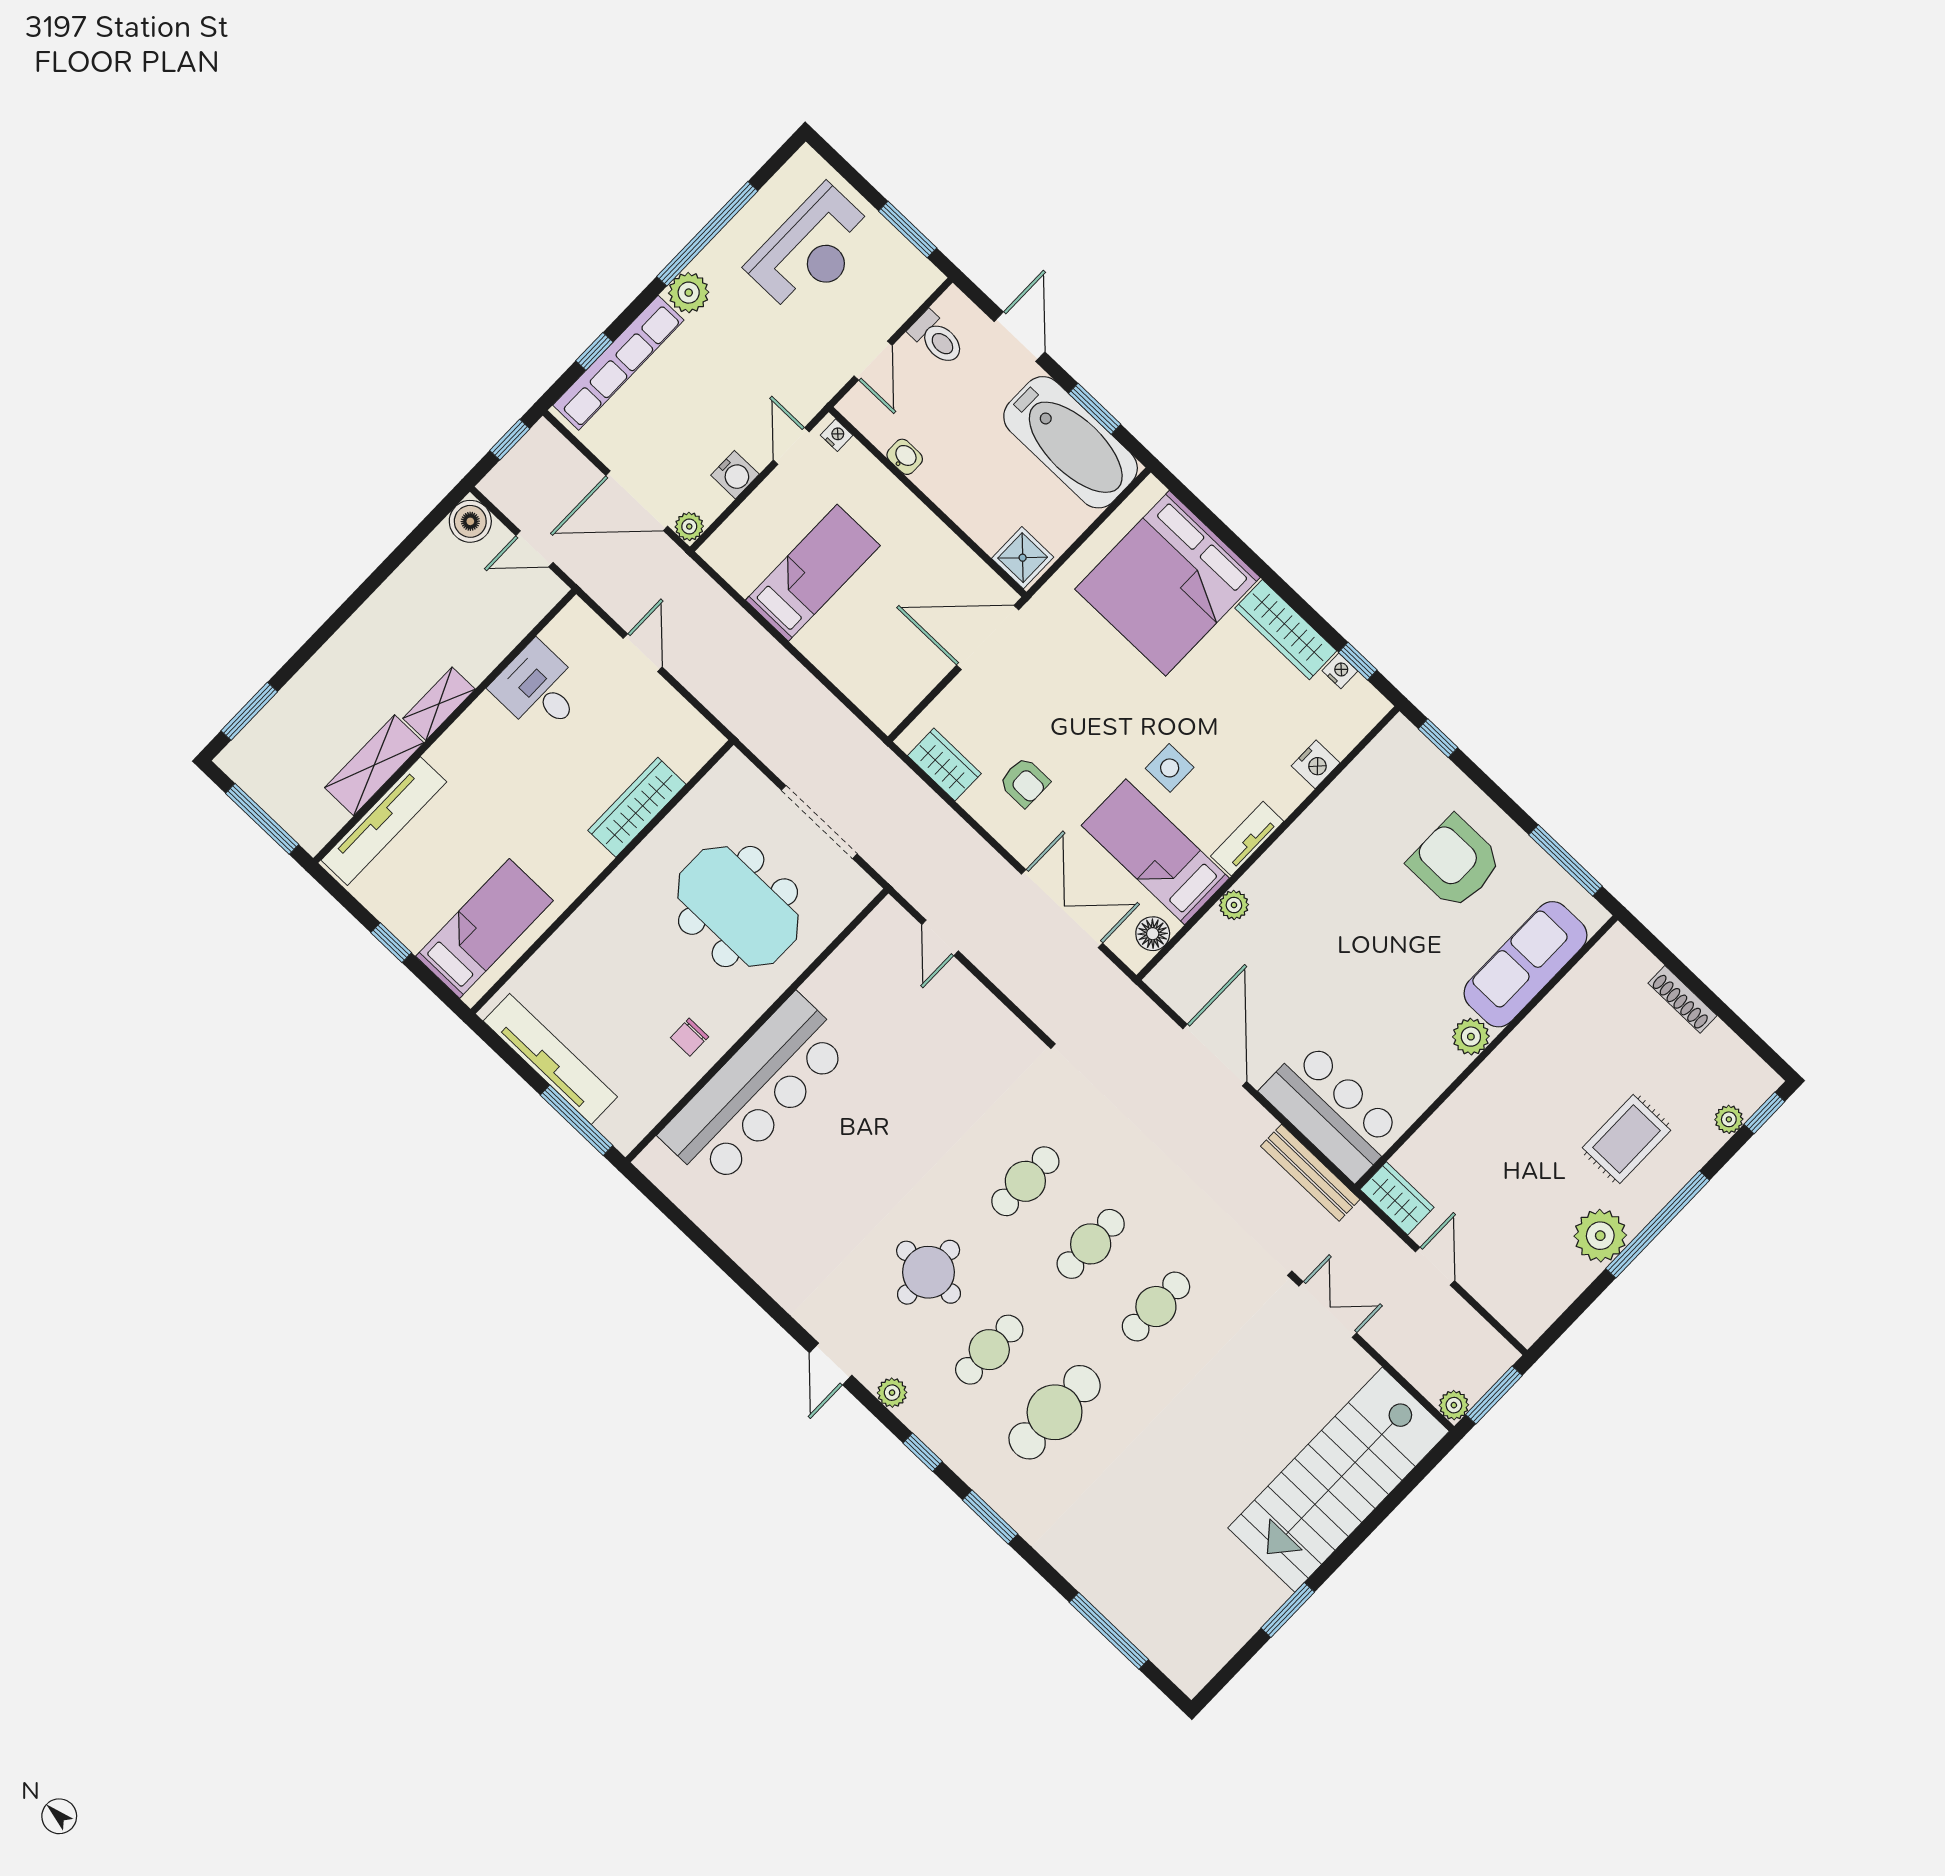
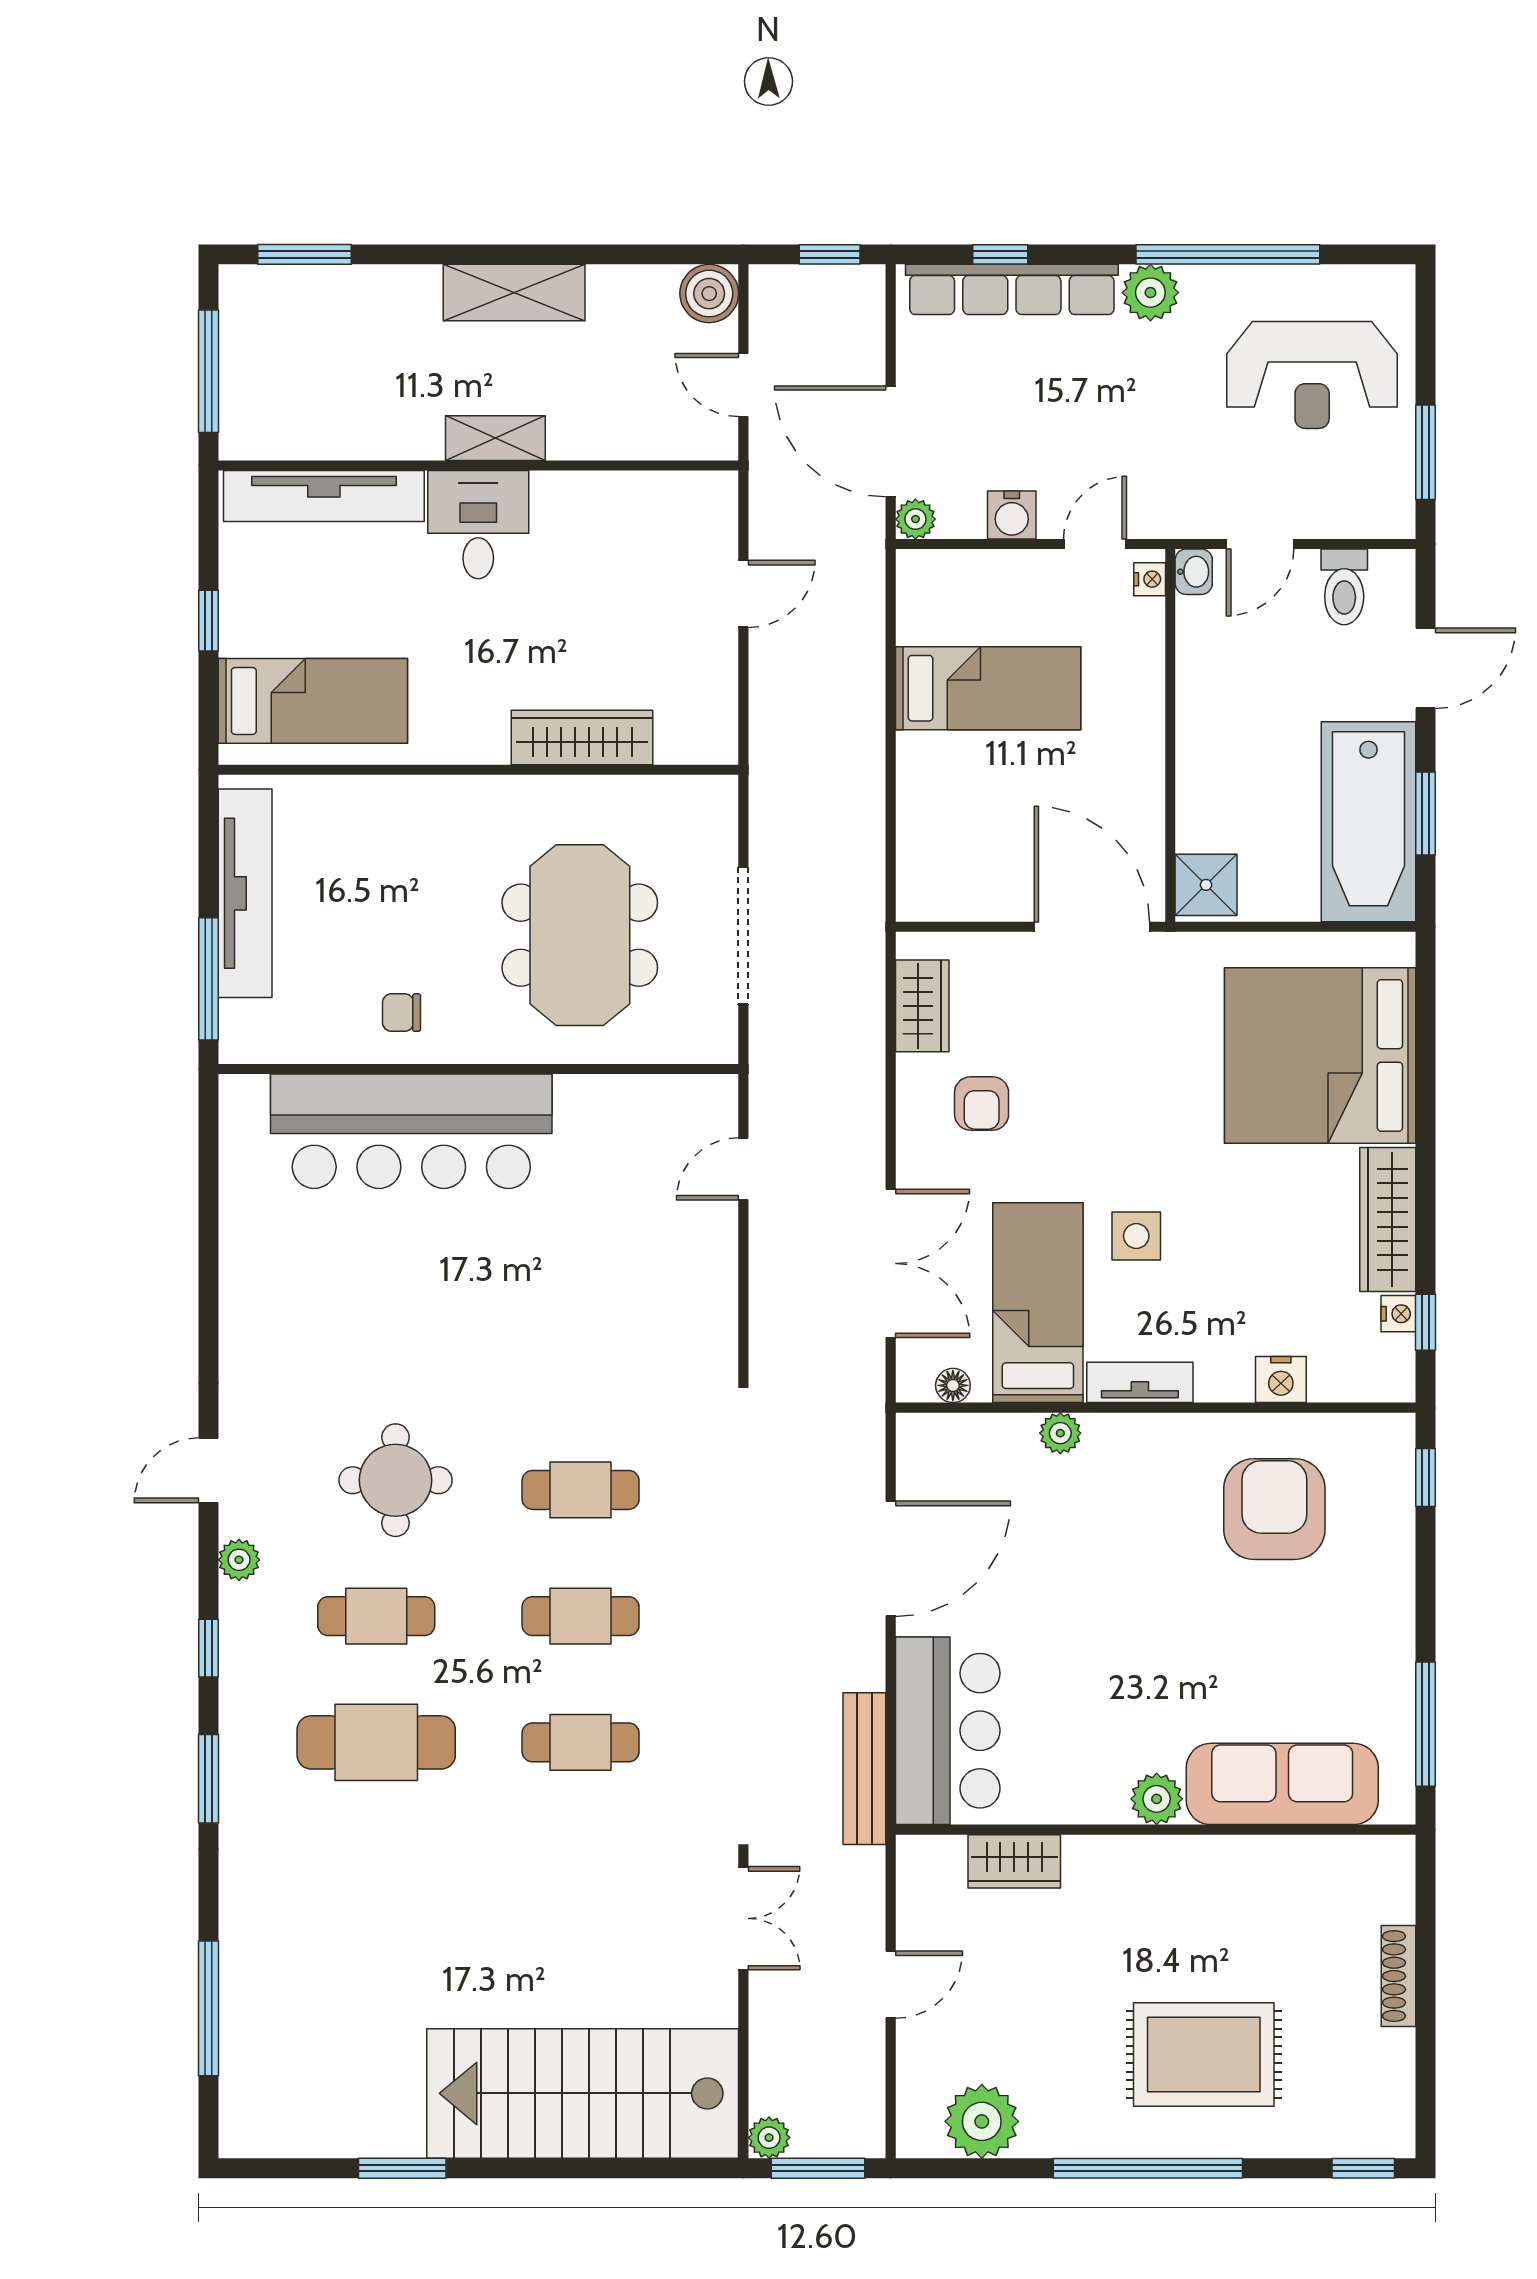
washbasin: (905, 457) -> (1194, 572), moved
desk: (539, 689) -> (478, 525), moved
shelving: (374, 765) -> (514, 293), moved
armchair: (1455, 862) -> (1274, 1509), moved
floor lamp: (1153, 934) -> (953, 1385), width x0.73, depth x0.73
plant: (1729, 1119) -> (1322, 2139), removed
rug: (1626, 1139) -> (1204, 2054), width x1.36, depth x1.43
wardrobe: (1397, 1198) -> (1014, 1861), moved, turned 90
plant: (1600, 1236) -> (982, 2121), moved

